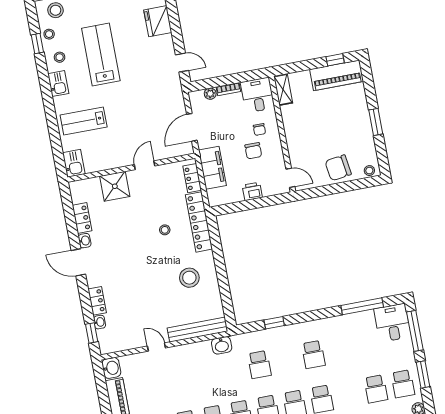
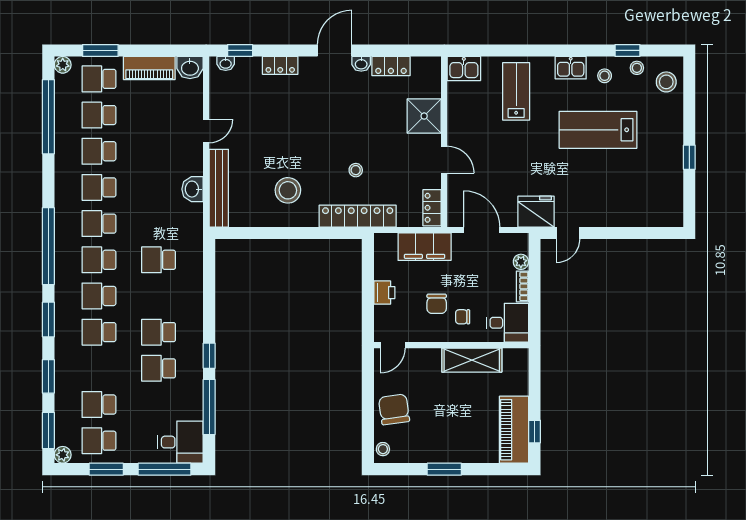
fridge: (158, 21) -> (536, 212), moved
lab bench: (101, 55) -> (598, 130), turned 180
shelving: (283, 90) -> (472, 360), moved, width x1.50, depth x1.33
chair: (253, 151) -> (437, 304), turned -90
locker: (192, 178) -> (432, 208), moved, turned -90
washbasin: (100, 322) -> (226, 63), moved
window: (274, 323) -> (209, 356), moved
washbasin: (222, 345) -> (193, 189), moved
school desk: (340, 349) -> (159, 368), added

